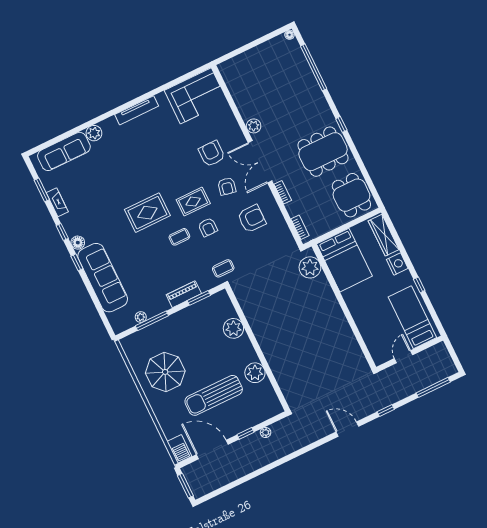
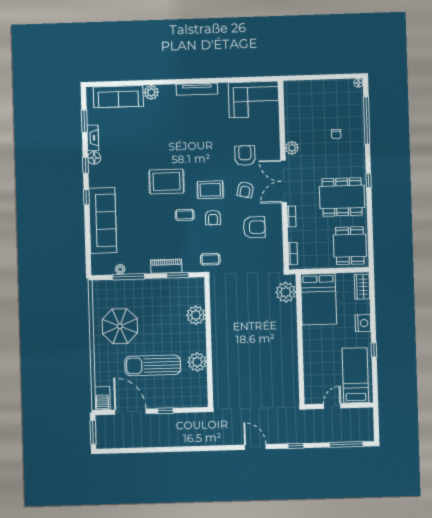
chair: (290, 94) -> (336, 134), added
wardrobe: (384, 235) -> (362, 287), width x0.67
floor lamp: (78, 243) -> (94, 158), moved
plant: (266, 432) -> (183, 418), removed

